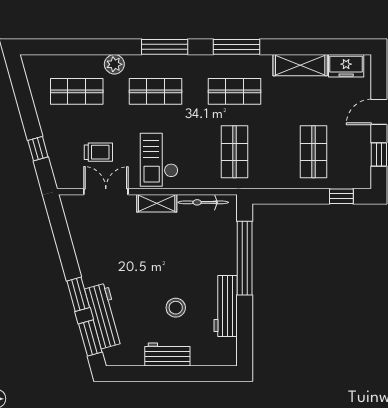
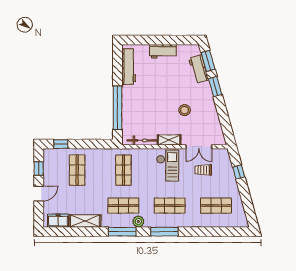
plant: (114, 64) -> (138, 221), moved
workbench: (226, 306) -> (129, 67), moved
stool: (176, 308) -> (185, 110), moved
workbench: (104, 316) -> (199, 69), width x0.73

